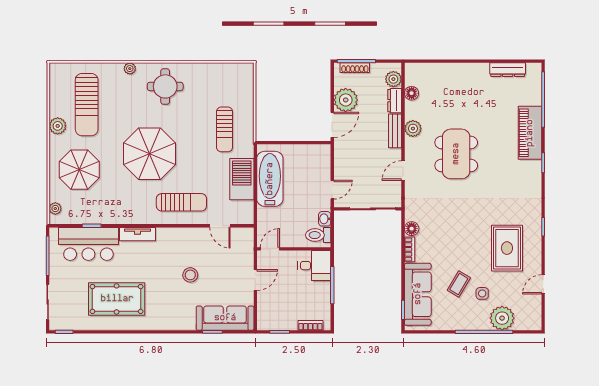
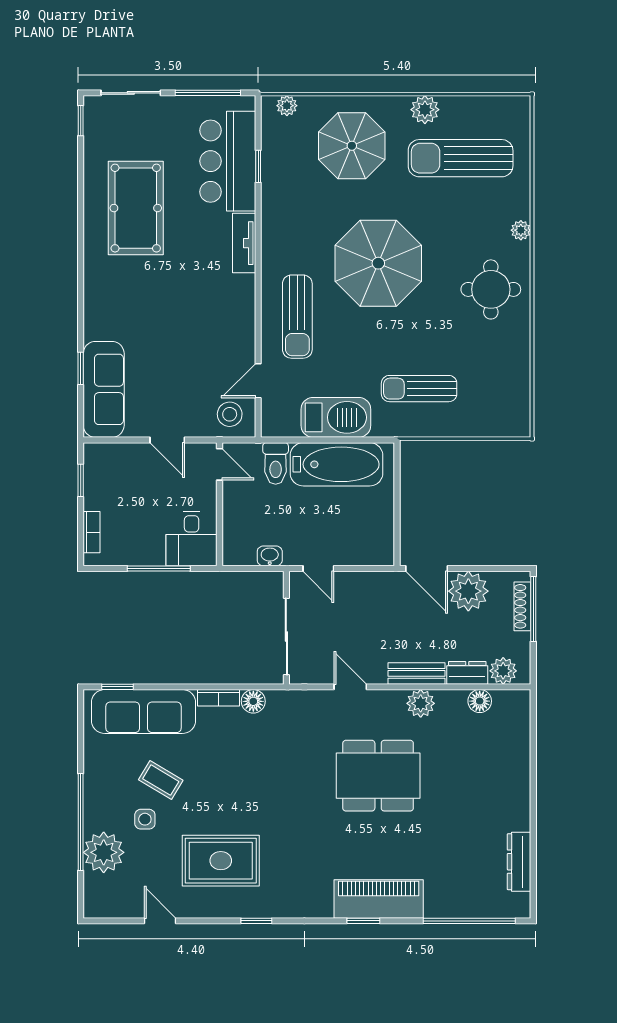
piano: (530, 133) -> (379, 899), moved
toilet: (318, 235) -> (276, 463), moved, turned 180
stool: (190, 275) -> (230, 414), moved

